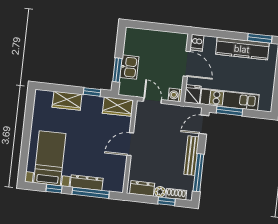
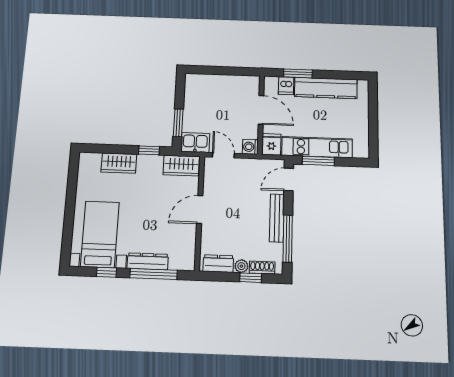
window: (260, 38) -> (298, 73), moved
dishwasher: (197, 43) -> (286, 86), moved
kitchen sink: (129, 67) -> (195, 142), moved, turned -90

